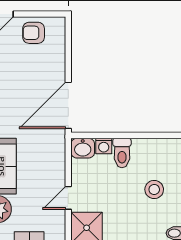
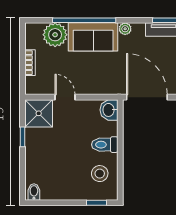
washing machine: (104, 146) -> (111, 128), removed
stool: (154, 190) -> (100, 174), moved

